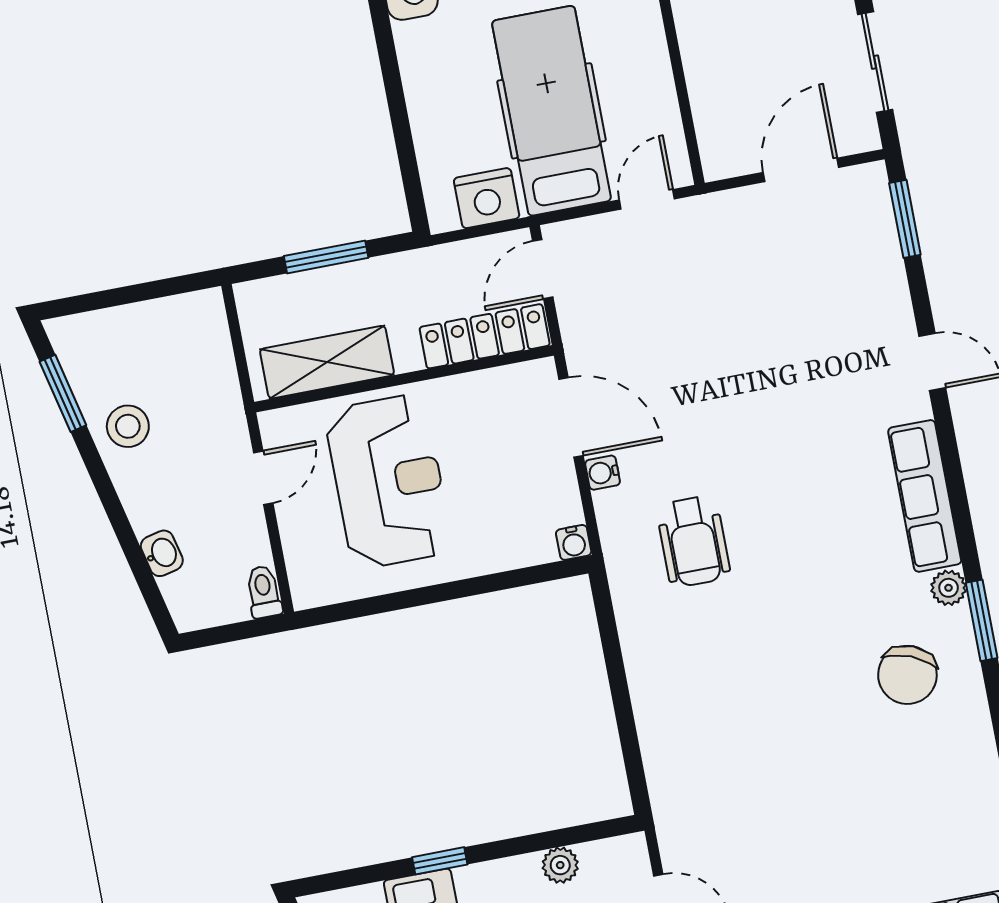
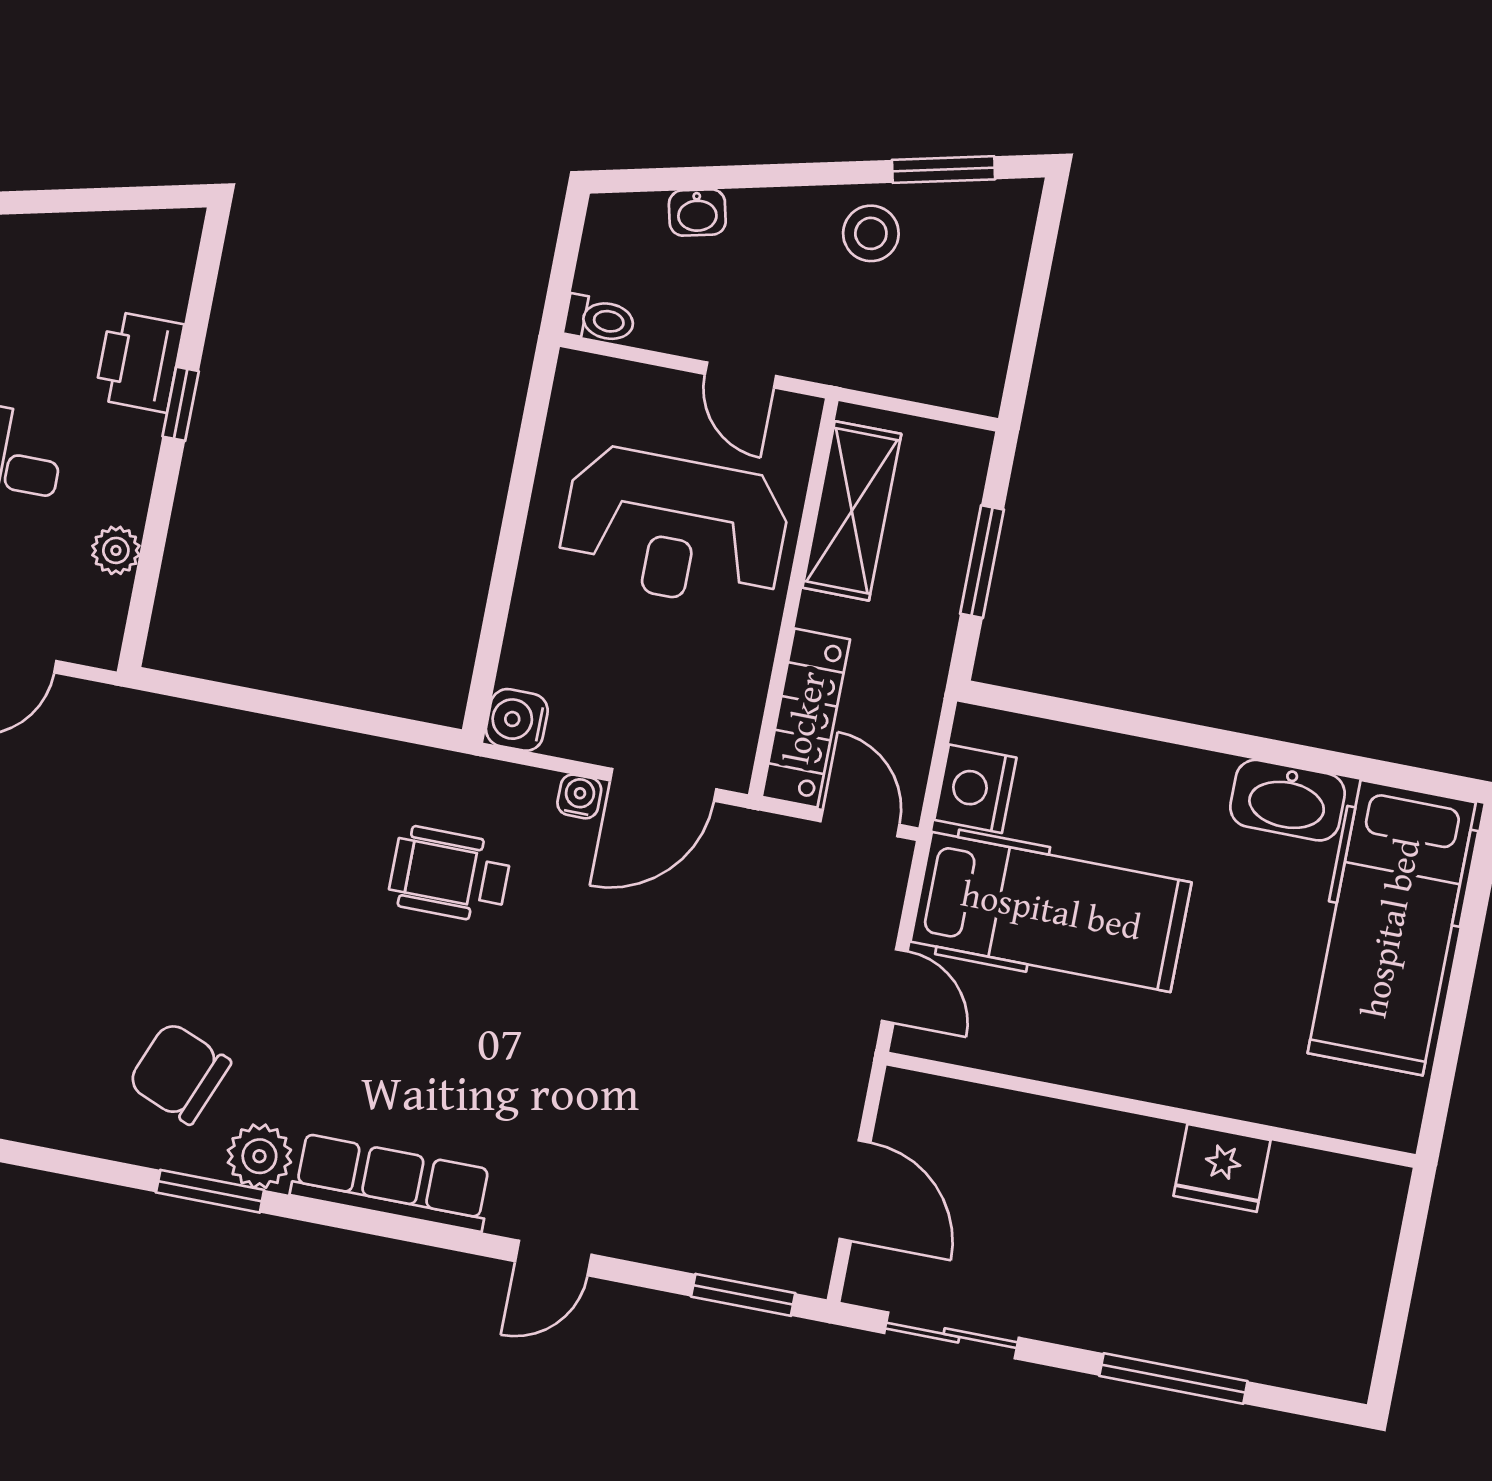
water cooler: (574, 542) -> (517, 720), width x1.38, depth x1.38
plant: (949, 588) -> (259, 1156), width x1.38, depth x1.38

